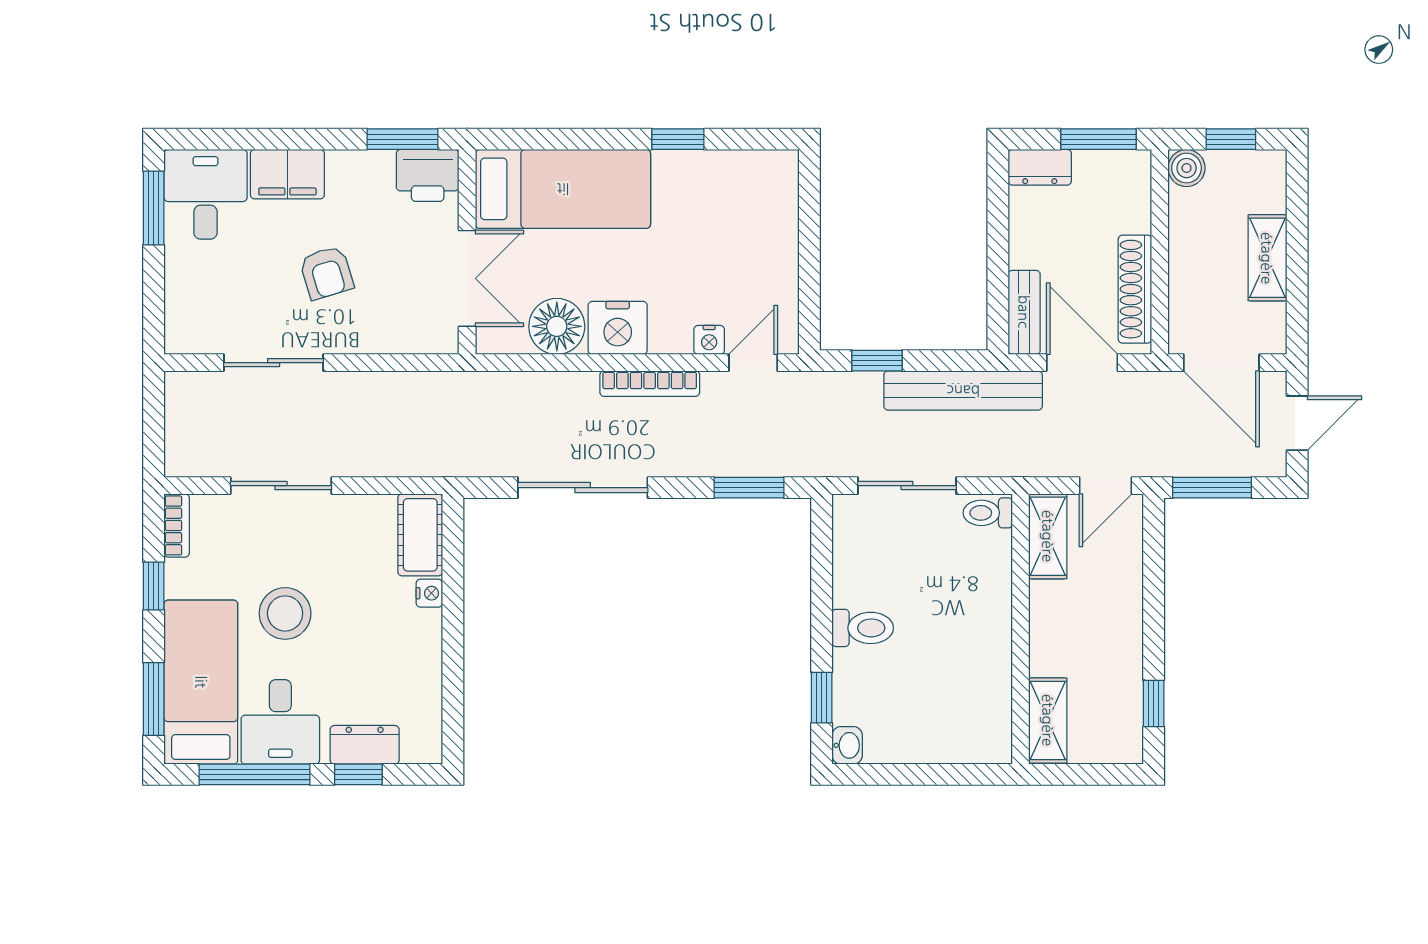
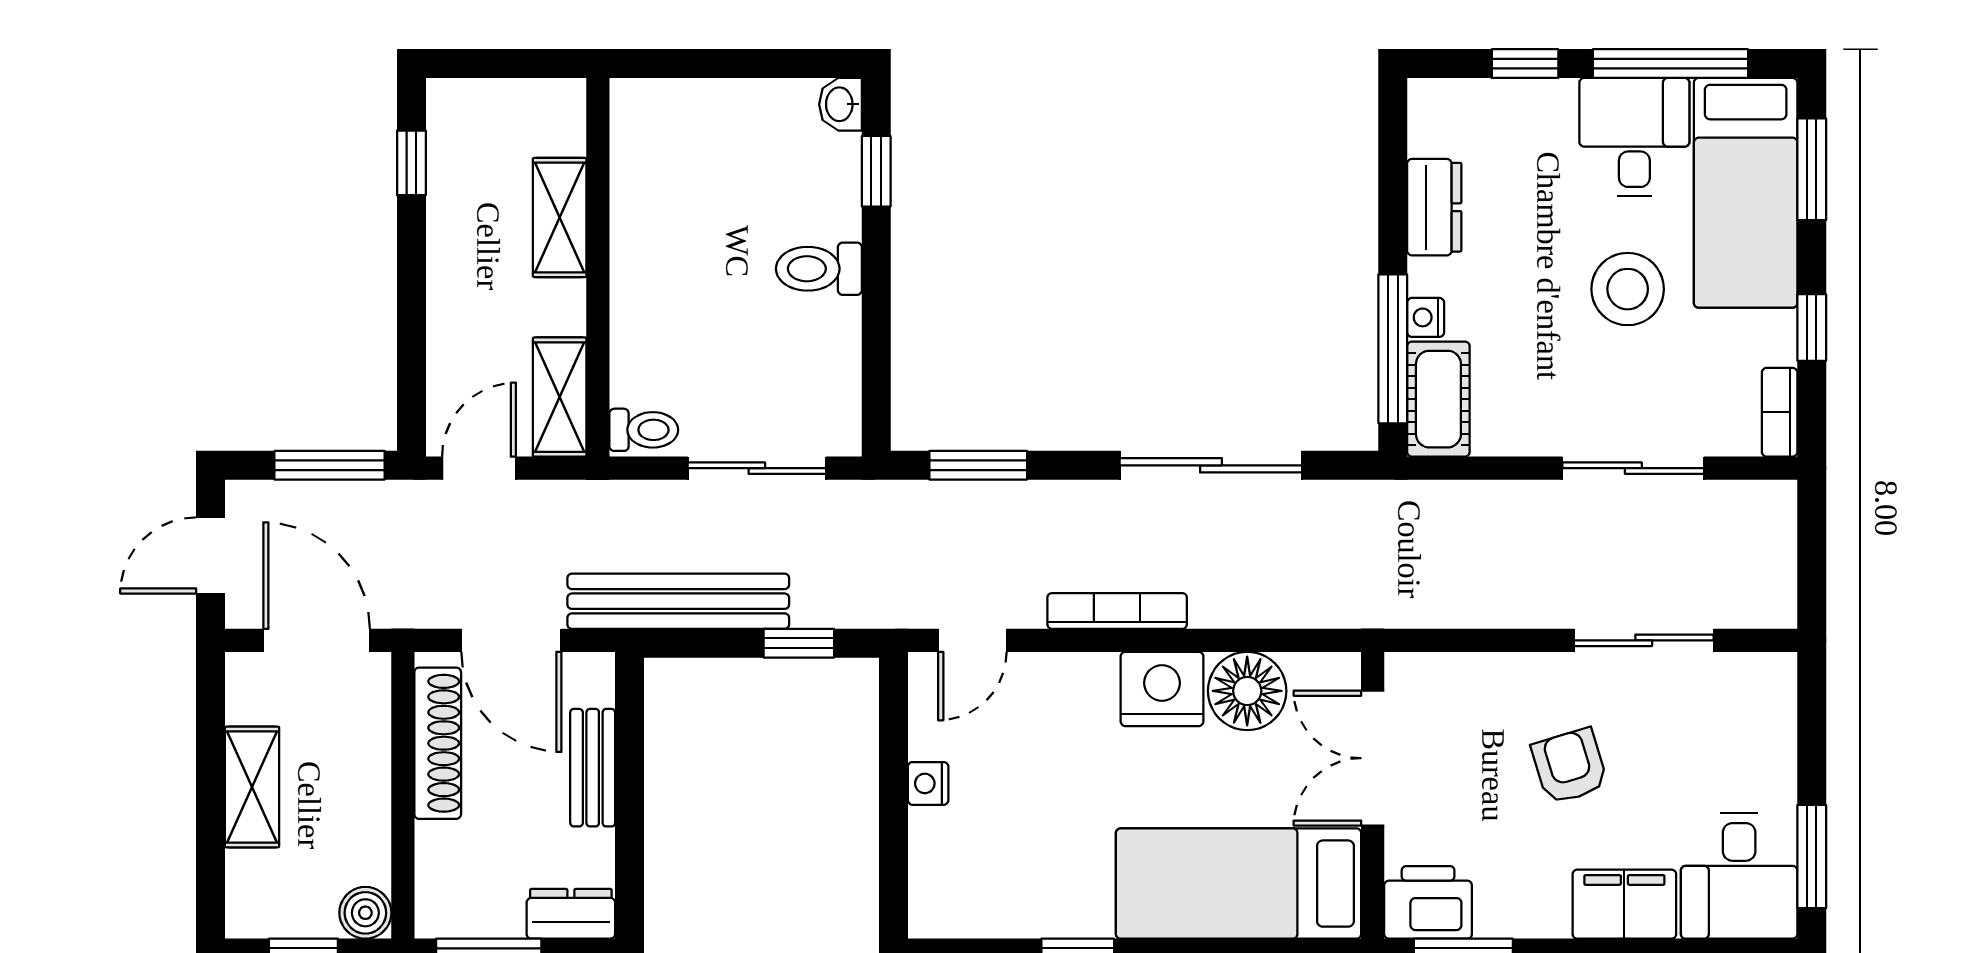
bench: (1024, 312) -> (593, 768), moved
nightstand: (709, 340) -> (928, 783), moved, turned -90
window: (453, 571) -> (1393, 349), added
shelving: (1048, 720) -> (560, 217), moved
dresser: (365, 745) -> (1434, 207), moved, turned -90

